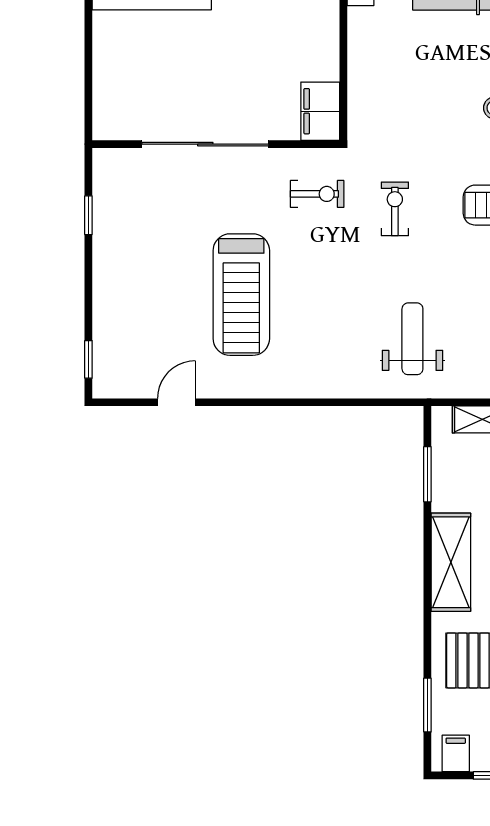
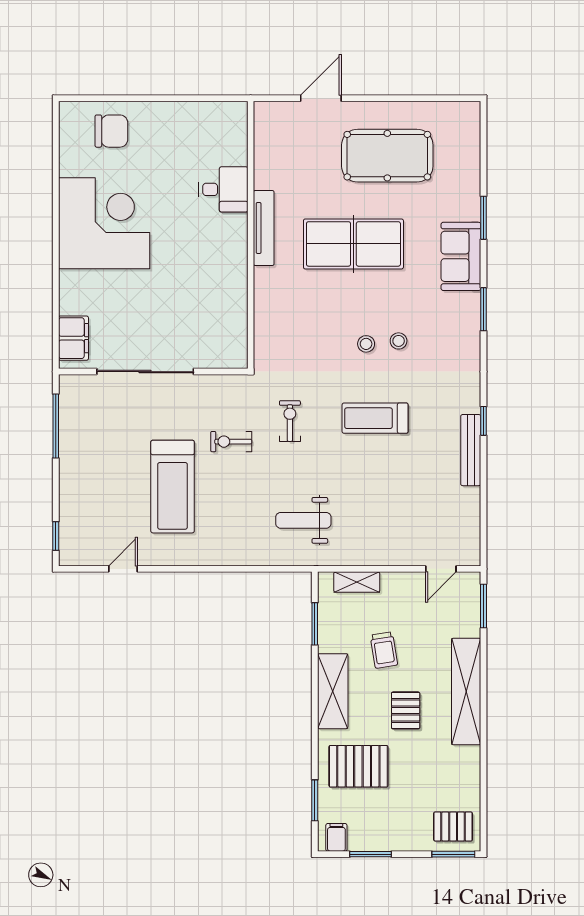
filing cabinet: (320, 111) -> (73, 338), moved, turned 180
exercise bike: (317, 194) -> (231, 442), moved, turned 180
window: (88, 215) -> (56, 426), width x2.17
weight bench: (412, 339) -> (303, 520), turned -90

